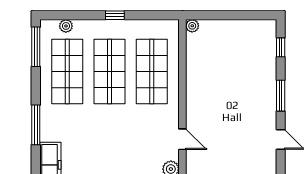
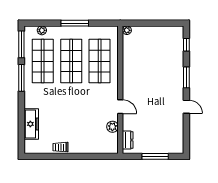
window: (115, 15) -> (75, 23), width x2.17
window: (36, 125) -> (21, 78), moved

